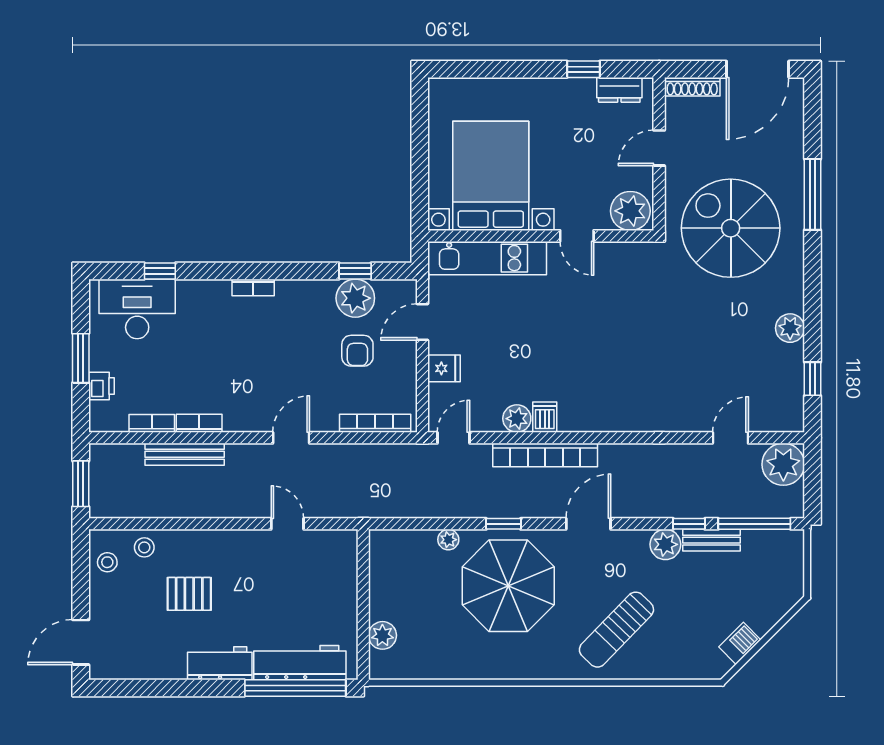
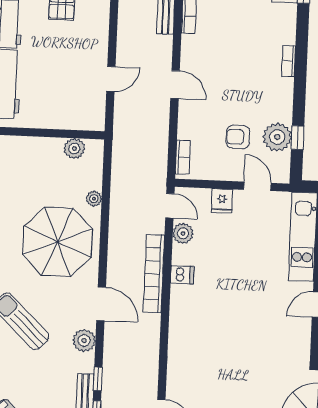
plant: (517, 419) -> (183, 233), moved
bookcase: (375, 423) -> (183, 157), width x0.64
window: (503, 524) -> (104, 240), removed
plant: (665, 544) -> (84, 340), moved
plant: (382, 635) -> (74, 149), moved

